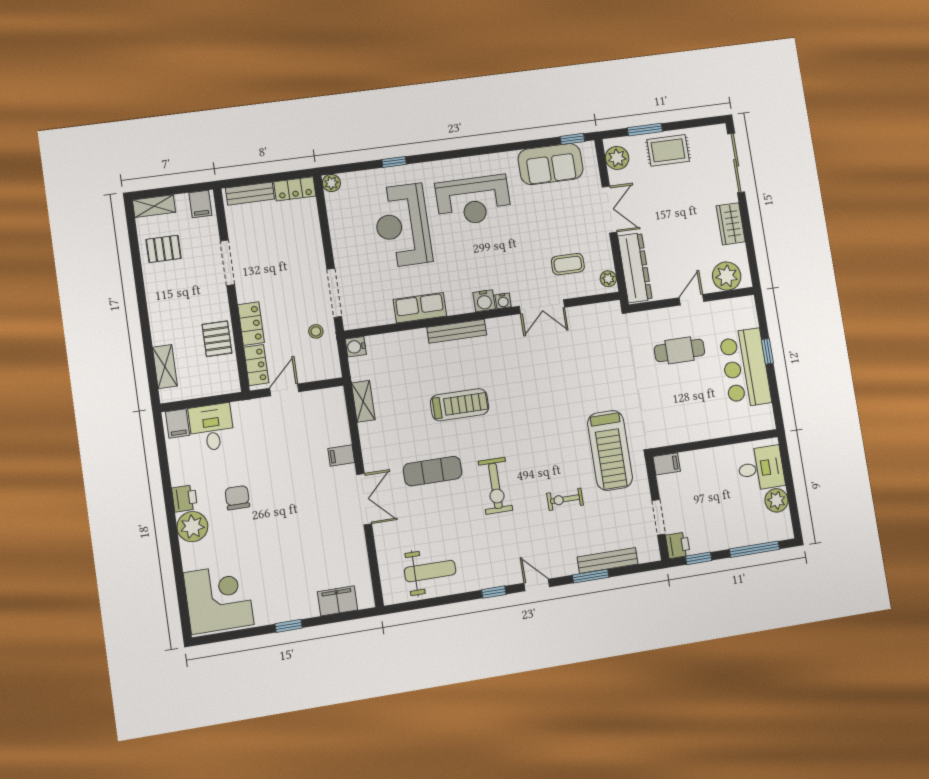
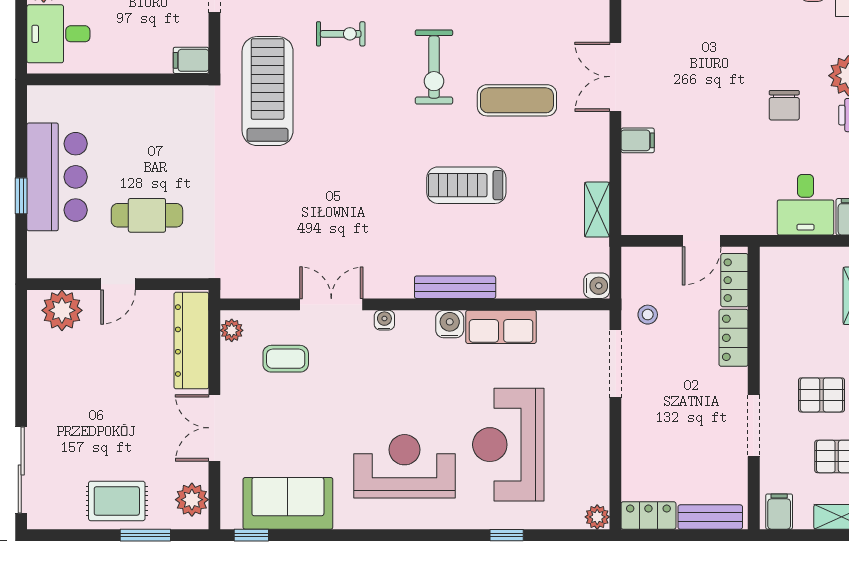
wardrobe: (731, 224) -> (44, 384), removed
reception desk: (402, 225) -> (508, 445), turned 180
water cooler: (484, 301) -> (450, 324), moved
pallet: (217, 339) -> (821, 395), moved, turned 90
exercise bike: (495, 486) -> (434, 67), turned 180

